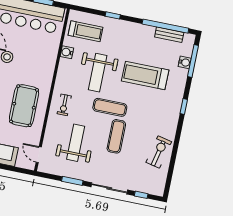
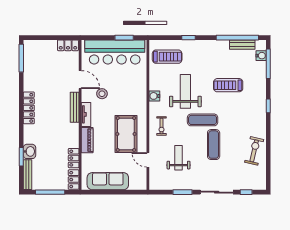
water cooler: (67, 52) -> (154, 96), moved
water cooler: (185, 62) -> (261, 56), moved
weight bench: (98, 73) -> (185, 91), turned 180
treadmill: (145, 75) -> (228, 85), width x0.73, depth x0.73
weight bench: (76, 143) -> (179, 158), width x0.73, depth x0.75
door: (39, 155) -> (148, 160), moved

